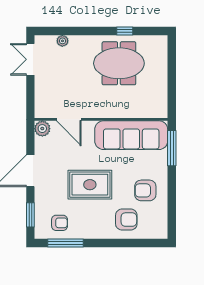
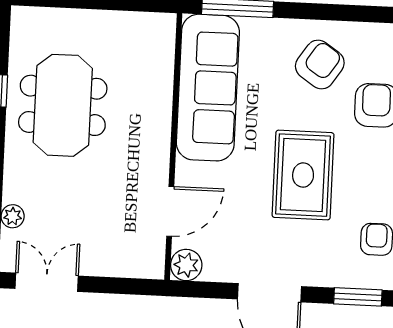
double door: (30, 59) -> (47, 282), swing flipped
armchair: (145, 190) -> (320, 65), turned -146

